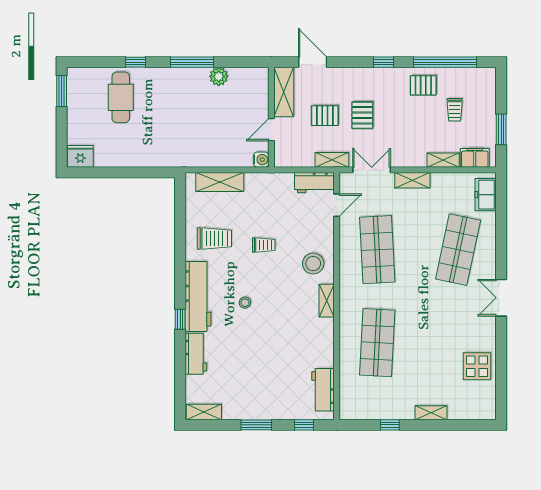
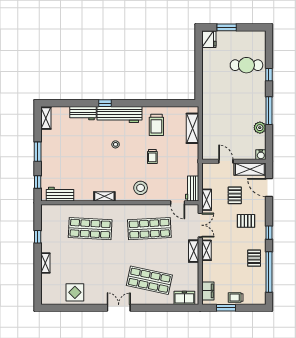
door: (313, 62) -> (269, 188), swing flipped
window: (62, 91) -> (227, 27), moved
trolley: (455, 110) -> (236, 298), moved
pallet: (362, 115) -> (246, 221), moved
water cooler: (261, 160) -> (261, 155), moved
shelving: (443, 160) -> (206, 250), moved
shelving: (327, 301) -> (104, 196), moved

